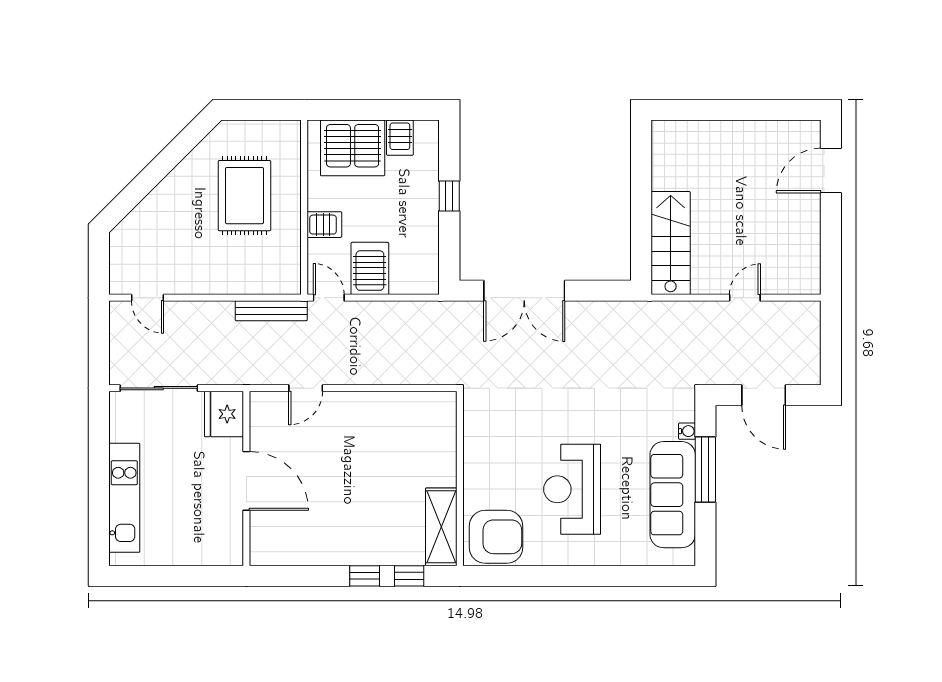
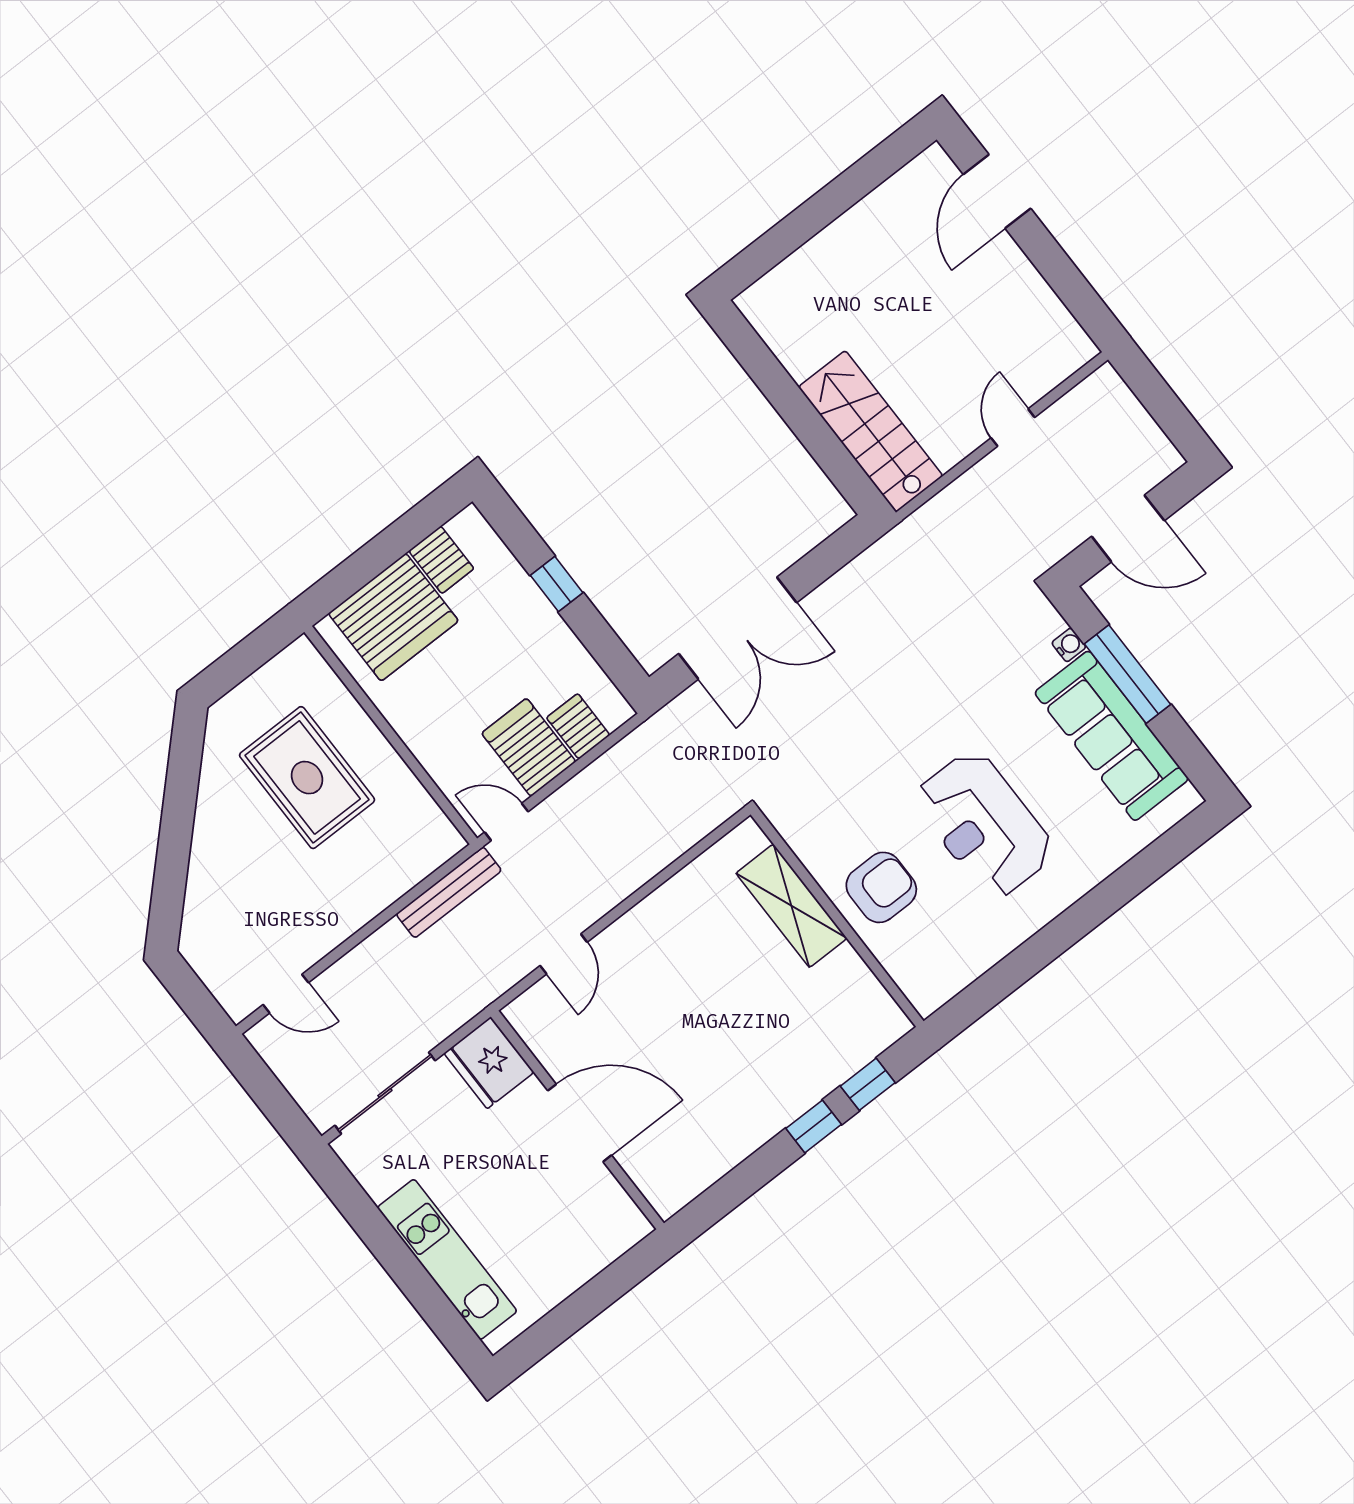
server rack: (324, 225) -> (578, 726), moved, turned -90
shelving: (441, 527) -> (791, 906), moved
armchair: (496, 537) -> (881, 887), moved, width x0.73, depth x0.73

